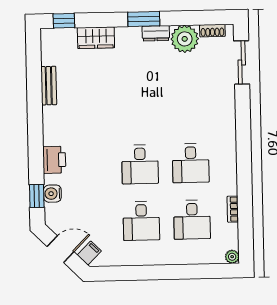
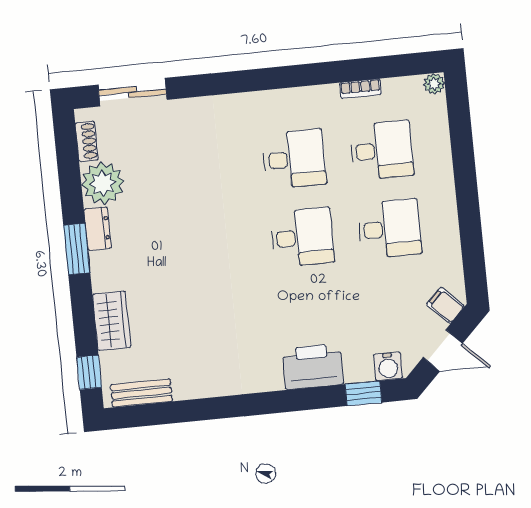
bench: (49, 86) -> (141, 393), moved
printer: (54, 160) -> (313, 367), width x1.37, depth x1.19
water cooler: (52, 194) -> (388, 366), moved
door: (60, 249) -> (443, 350), swing flipped

